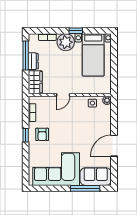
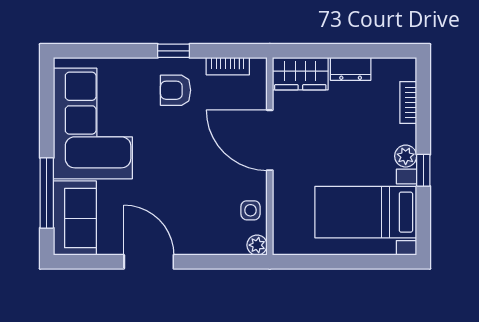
plant: (66, 42) -> (406, 156), width x0.53, depth x0.53
window: (26, 55) -> (364, 51), removed
door: (63, 95) -> (270, 140), width x1.87

